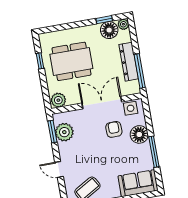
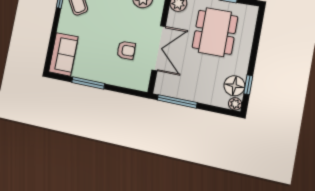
dresser: (129, 62) -> (191, 93), removed
side table: (131, 108) -> (141, 76), removed
floor lamp: (139, 134) -> (111, 75), removed

